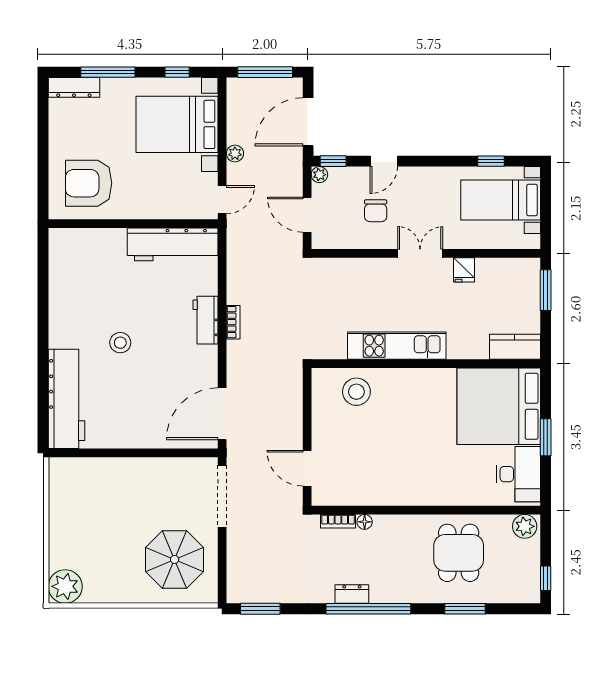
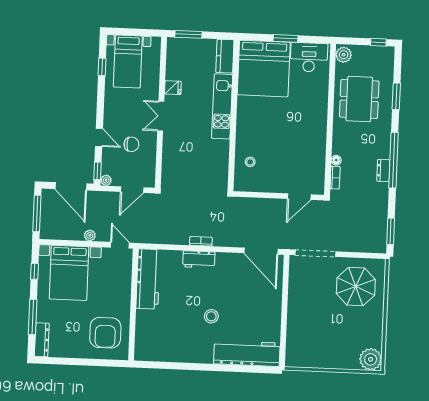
kitchen unit: (397, 346) -> (222, 106), moved
stool: (356, 392) -> (250, 162), width x0.53, depth x0.53
dining table: (459, 553) -> (359, 99), width x1.37

